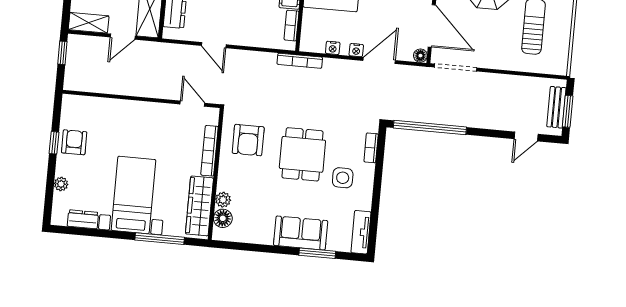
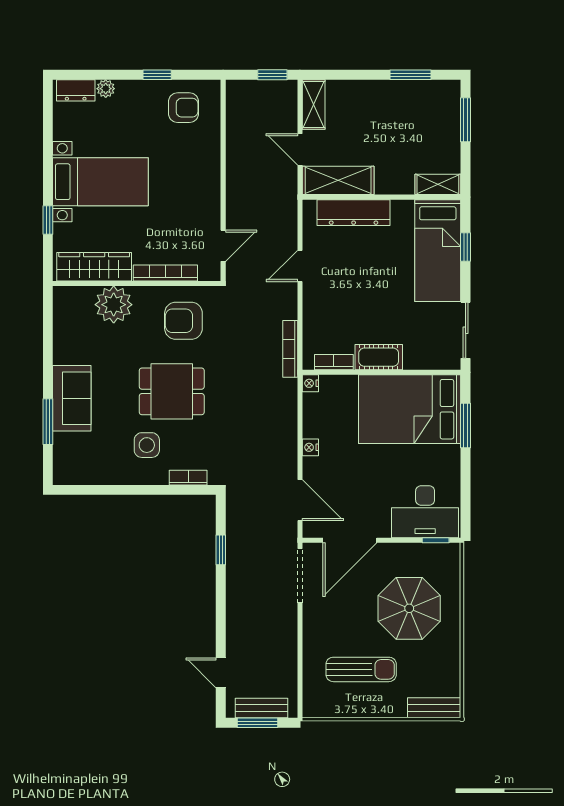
nightstand: (333, 48) -> (310, 383), moved
floor lamp: (420, 56) -> (311, 529), removed
door: (379, 60) -> (300, 500), moved
bookcase: (300, 61) -> (290, 349), moved
window: (430, 128) -> (221, 550), width x0.32
armchair: (74, 142) -> (184, 108), moved
plant: (223, 200) -> (114, 305), width x1.87, depth x1.87
floor lamp: (223, 218) -> (81, 298), removed
dresser: (83, 219) -> (76, 90), moved, turned 90
tv unit: (361, 232) -> (80, 475), removed
window: (160, 239) -> (48, 220), width x0.46

